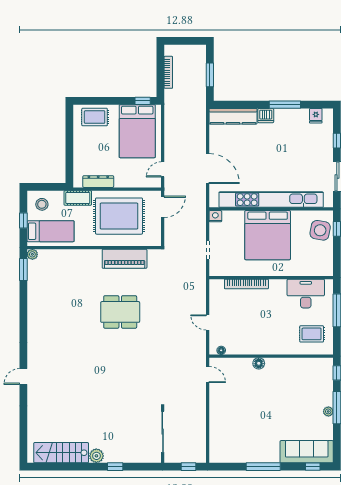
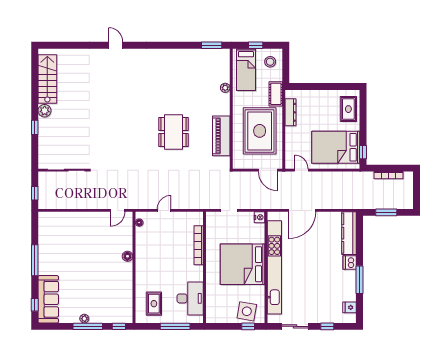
plant: (32, 254) -> (225, 88), moved

